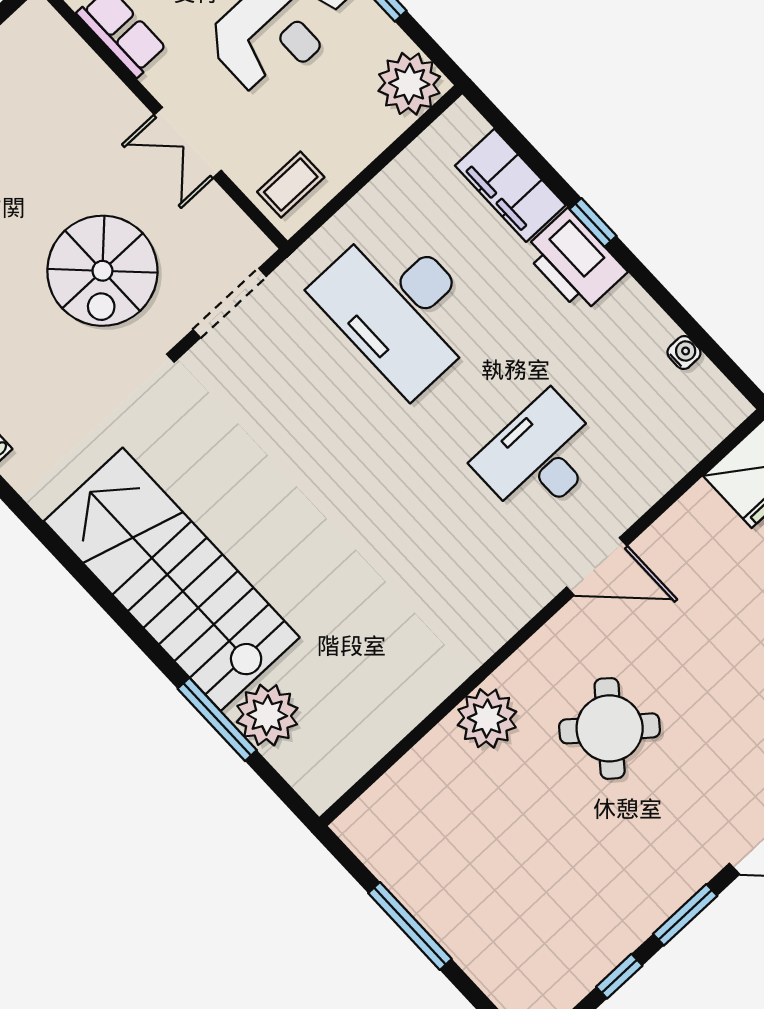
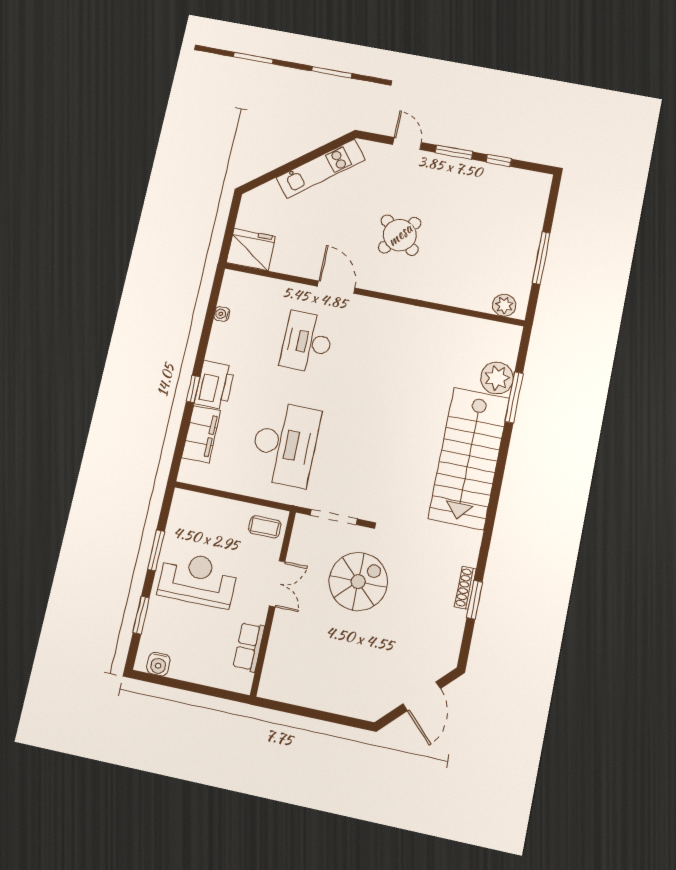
plant: (409, 84) -> (187, 507), removed
desk: (540, 457) -> (307, 342), turned 90
plant: (487, 718) -> (504, 305), moved, width x0.73, depth x0.73

